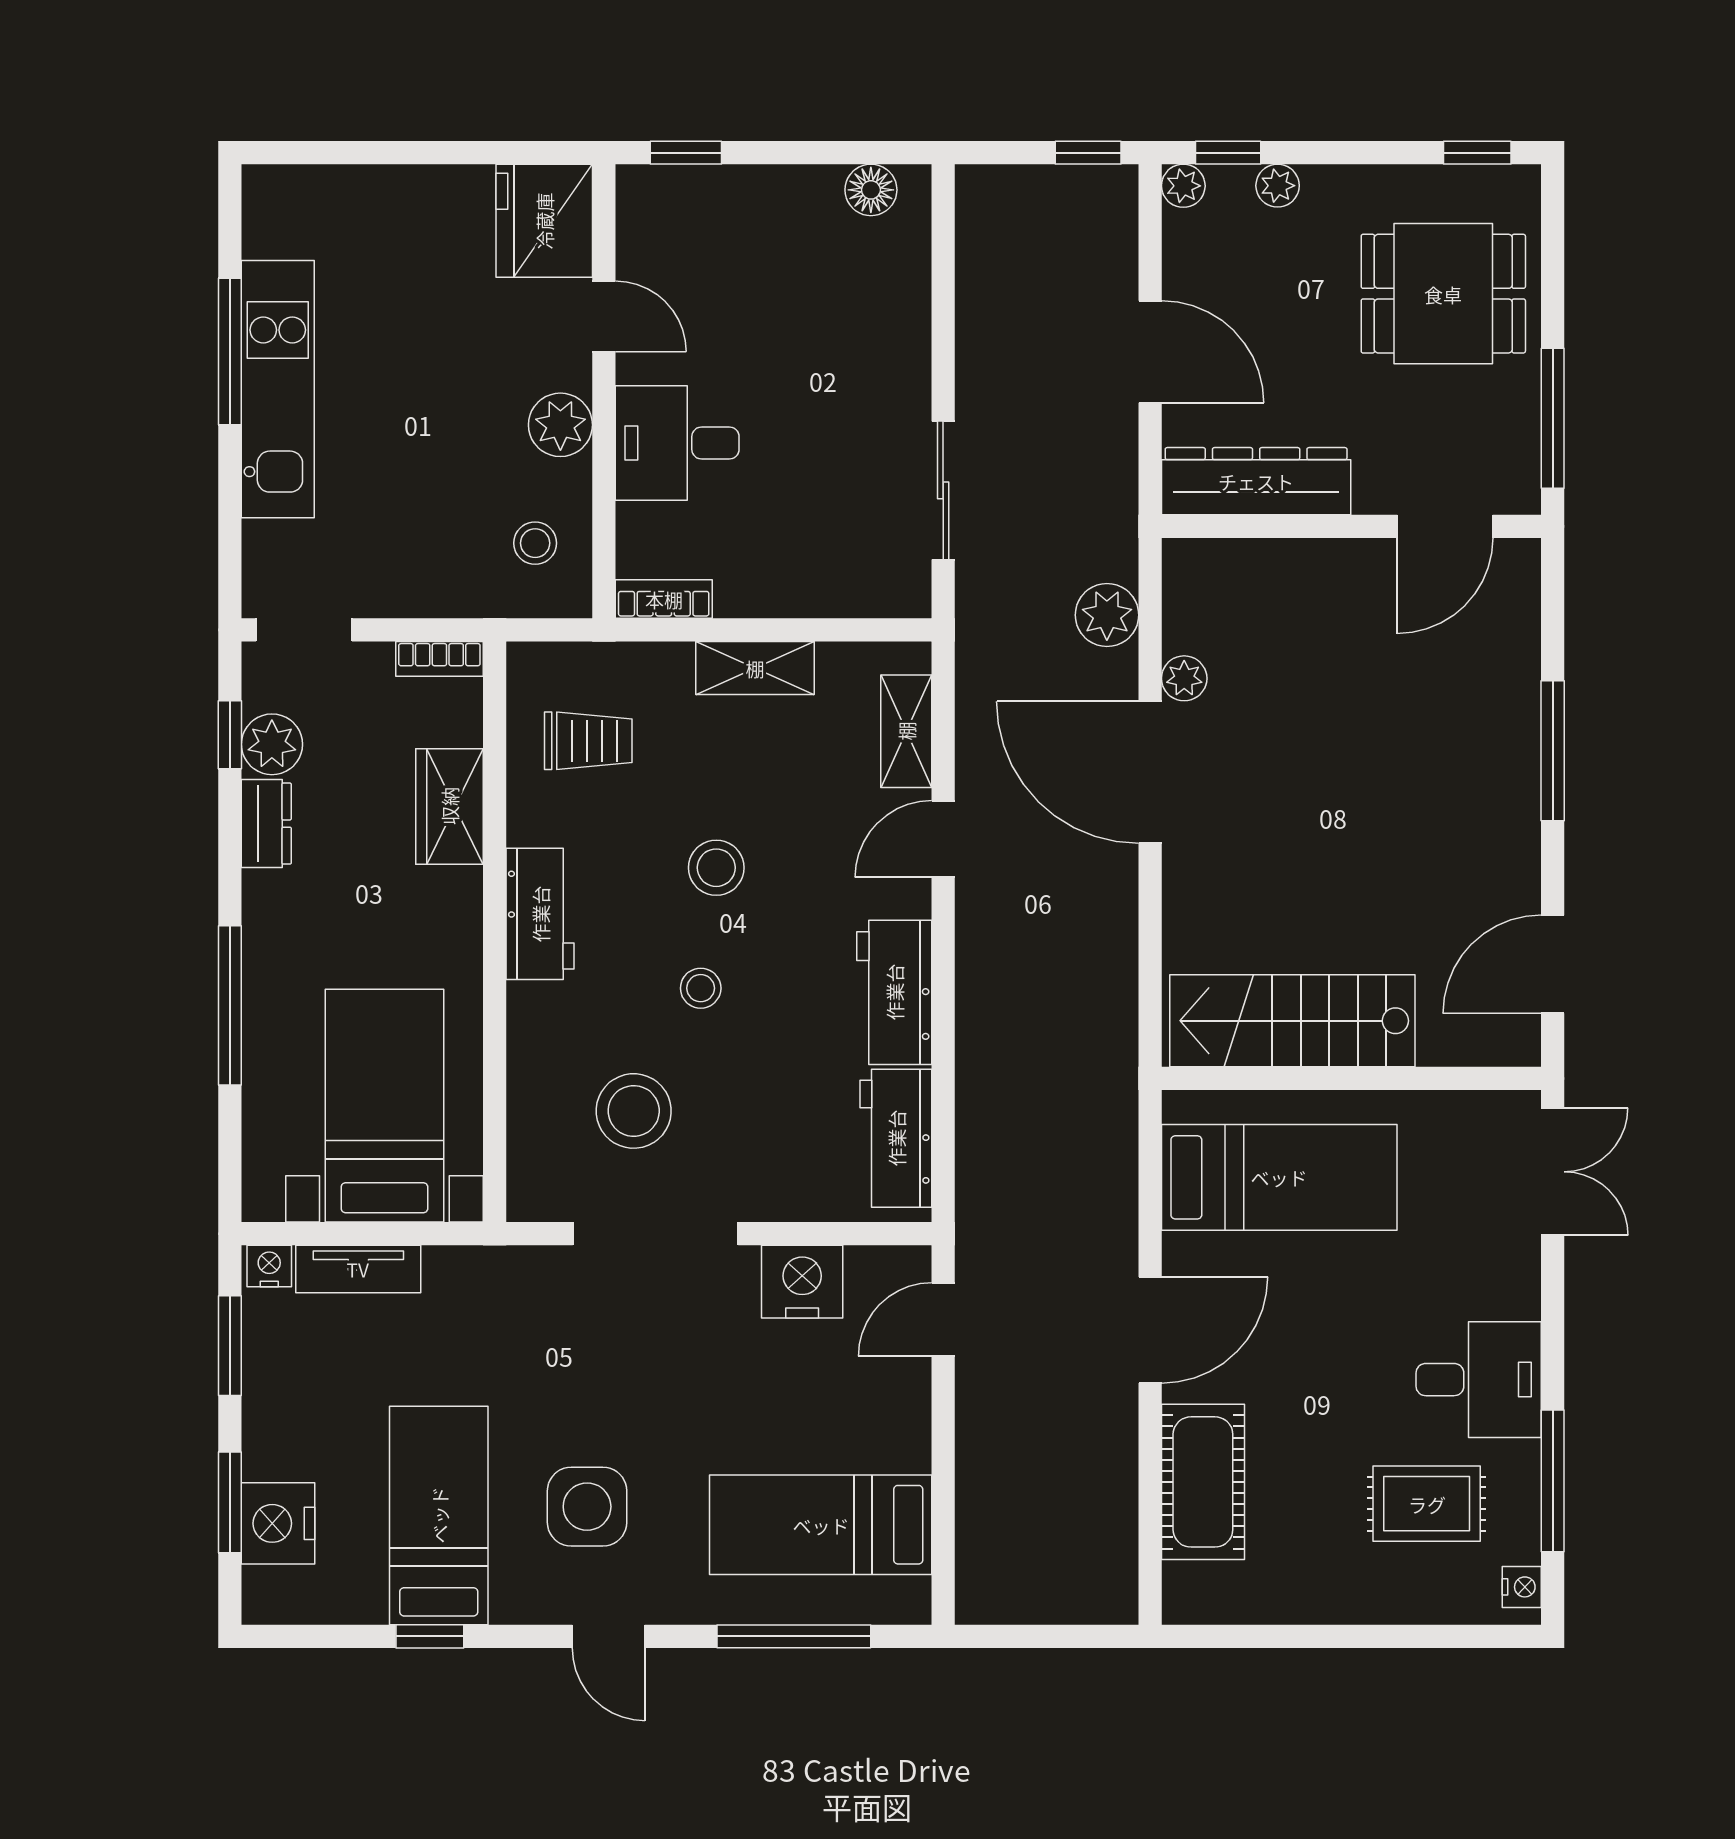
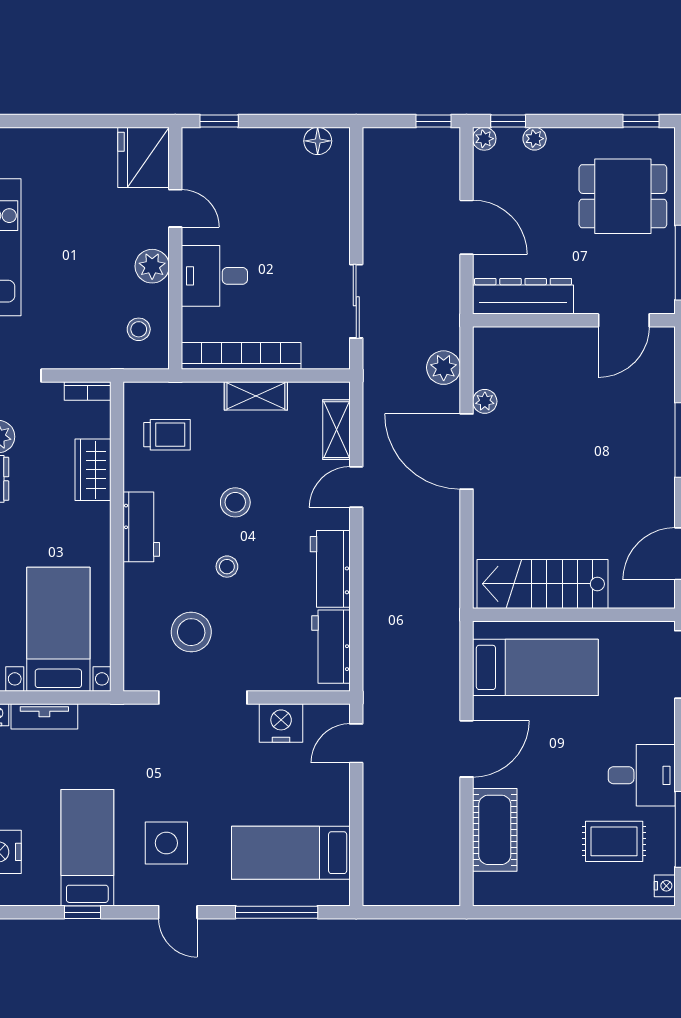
bookcase: (664, 599) -> (241, 356), width x2.31, depth x1.31

